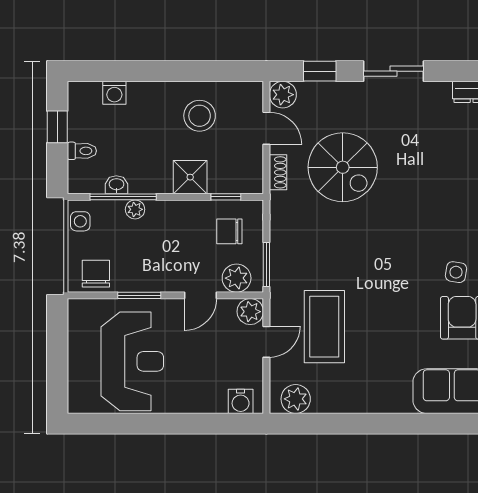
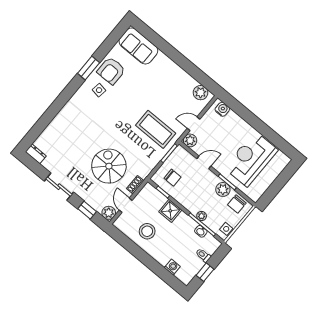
plant: (237, 278) -> (223, 189), moved
coffee table: (324, 327) -> (156, 129), moved, turned 90

